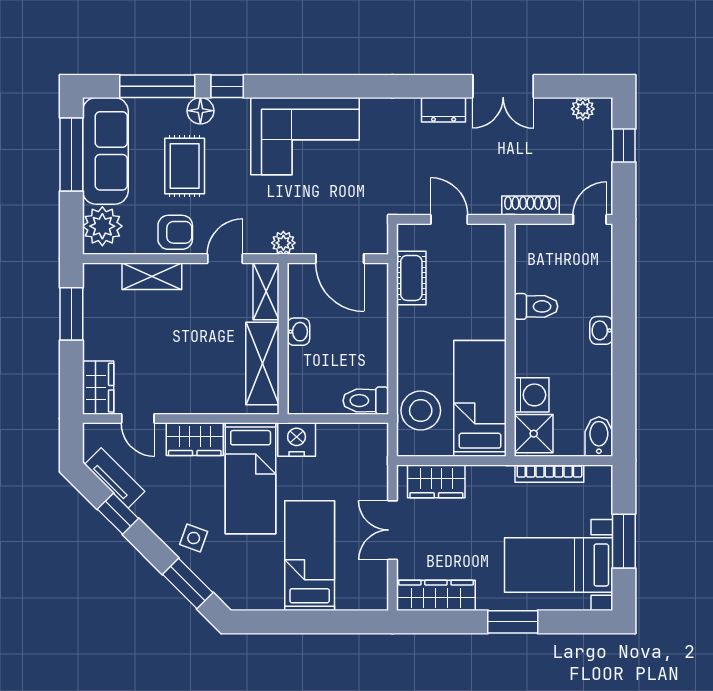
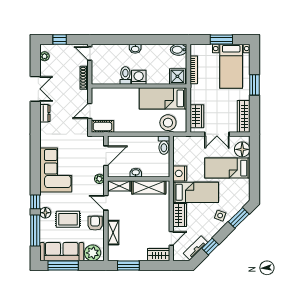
cot: (411, 278) -> (103, 126), moved
washing machine: (532, 395) -> (139, 77), moved
floor lamp: (355, 592) -> (242, 149), added

